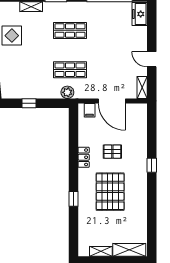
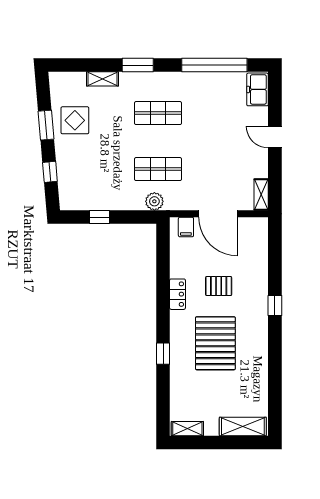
door: (152, 59) -> (275, 137), moved
shelving: (101, 251) -> (187, 429), moved

